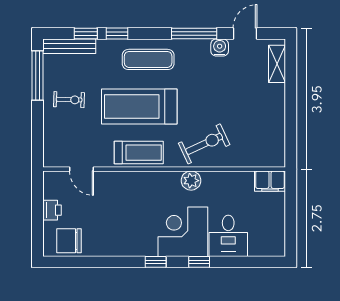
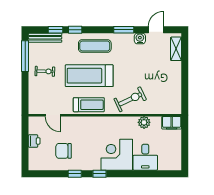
window: (194, 34) -> (124, 30), width x0.69
plant: (191, 181) -> (144, 122), moved
chair: (69, 241) -> (64, 151), moved
window: (199, 262) -> (75, 174), moved

